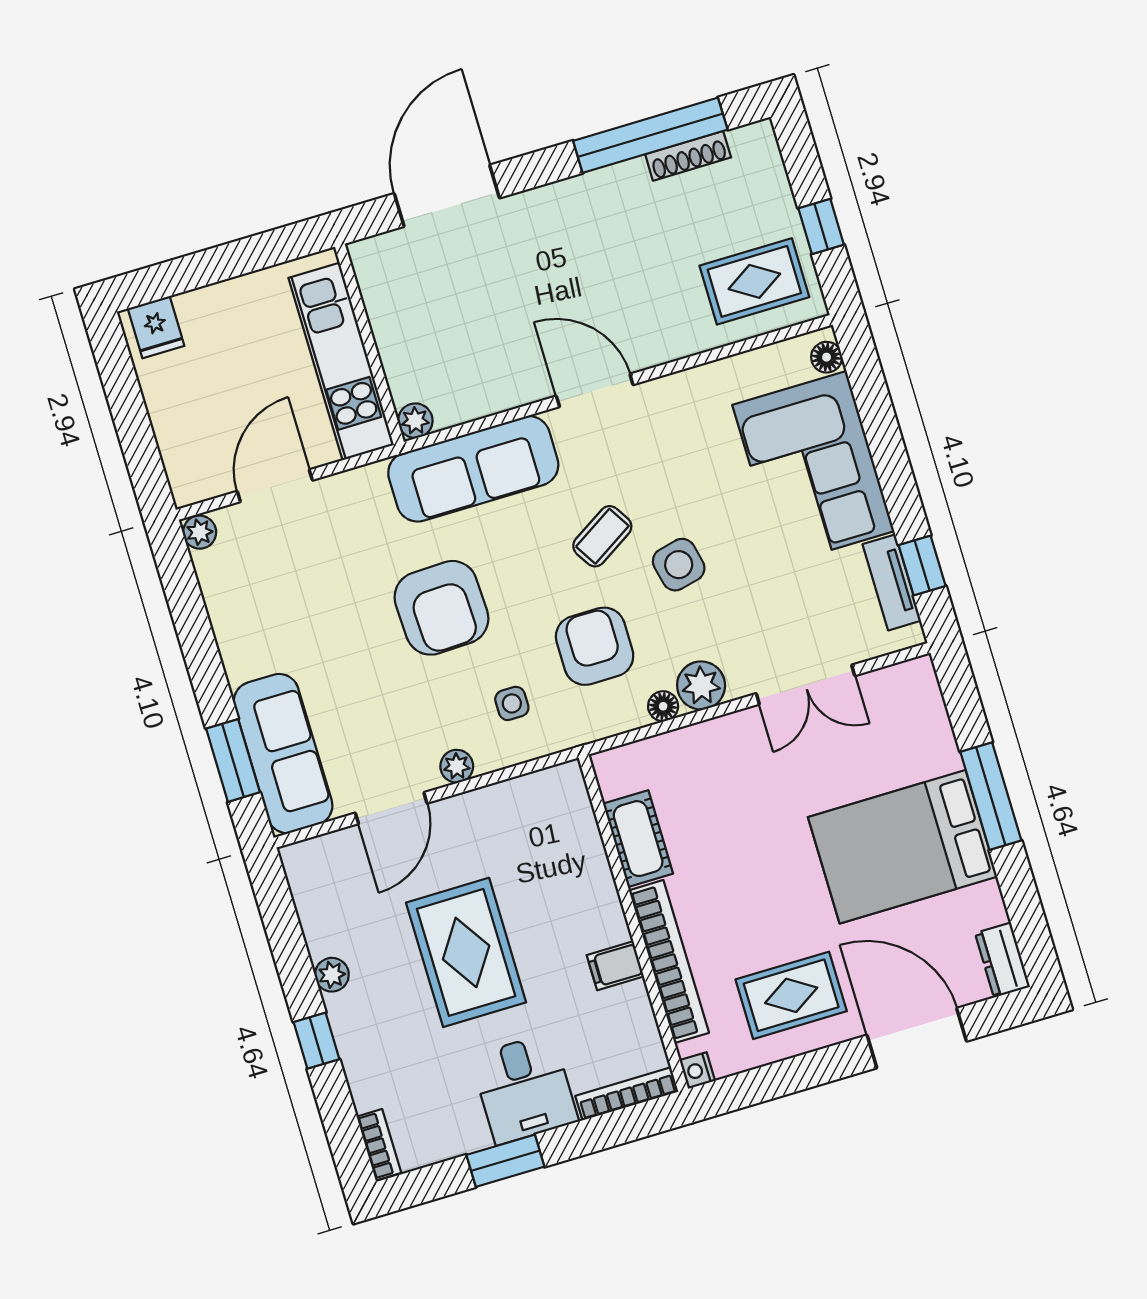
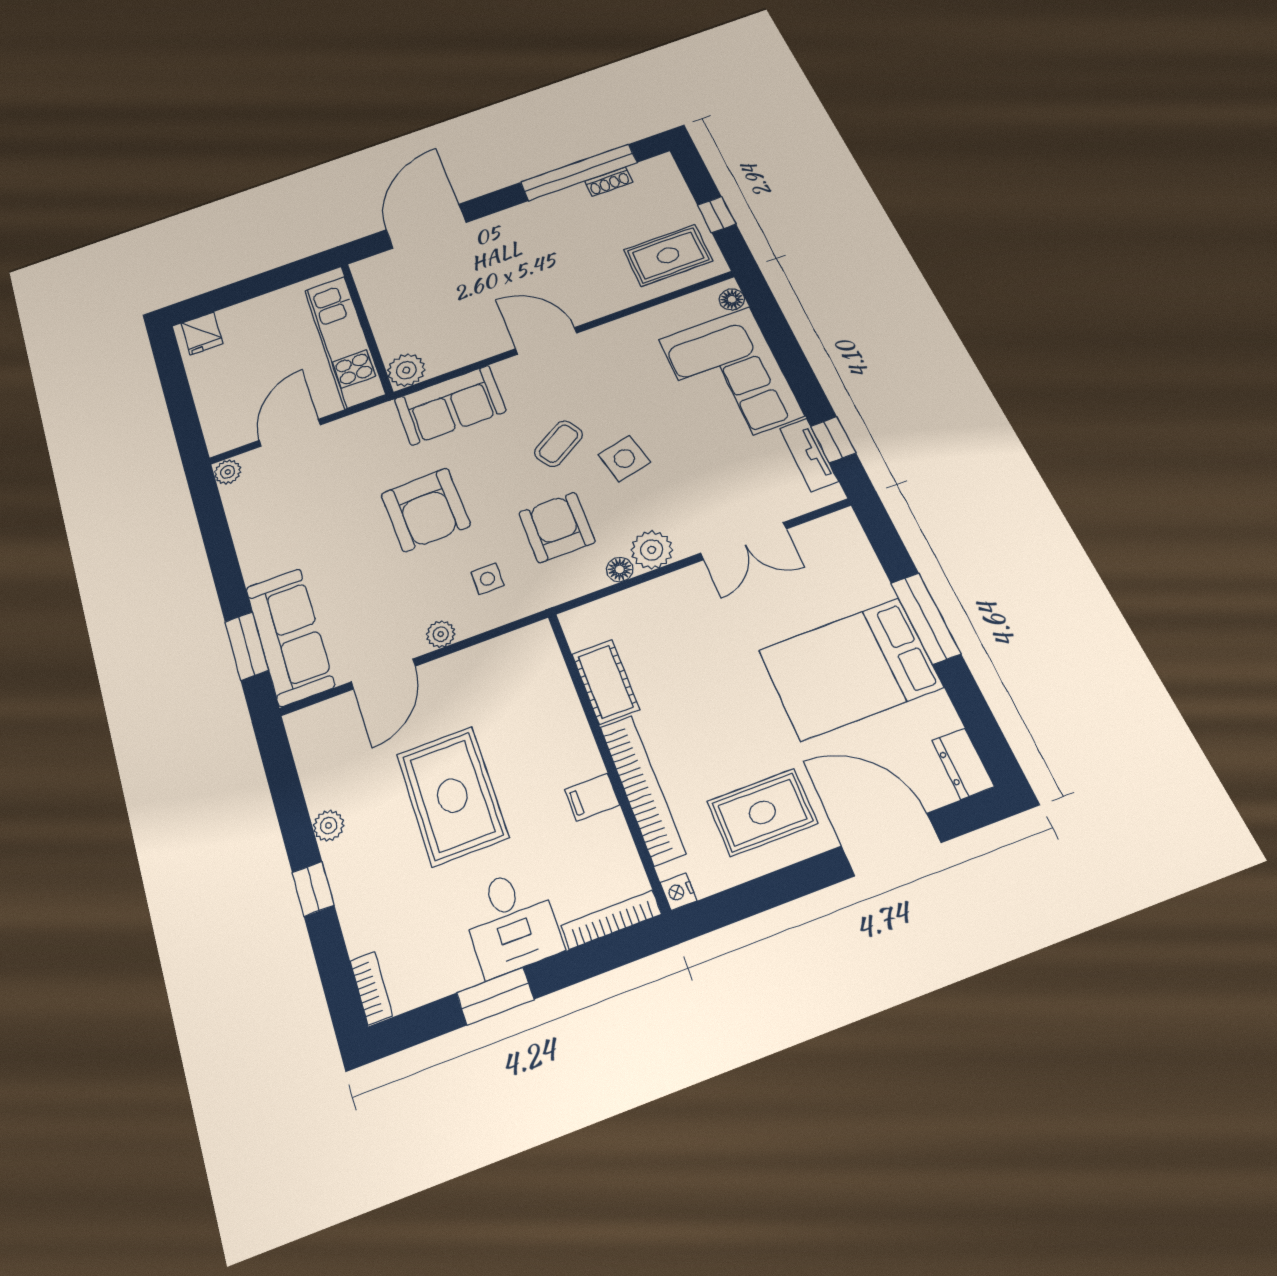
shoe rack: (688, 156) -> (609, 182), width x0.70
plant: (415, 421) -> (406, 370), width x1.38, depth x1.38
sofa: (473, 469) -> (450, 405), width x0.73

